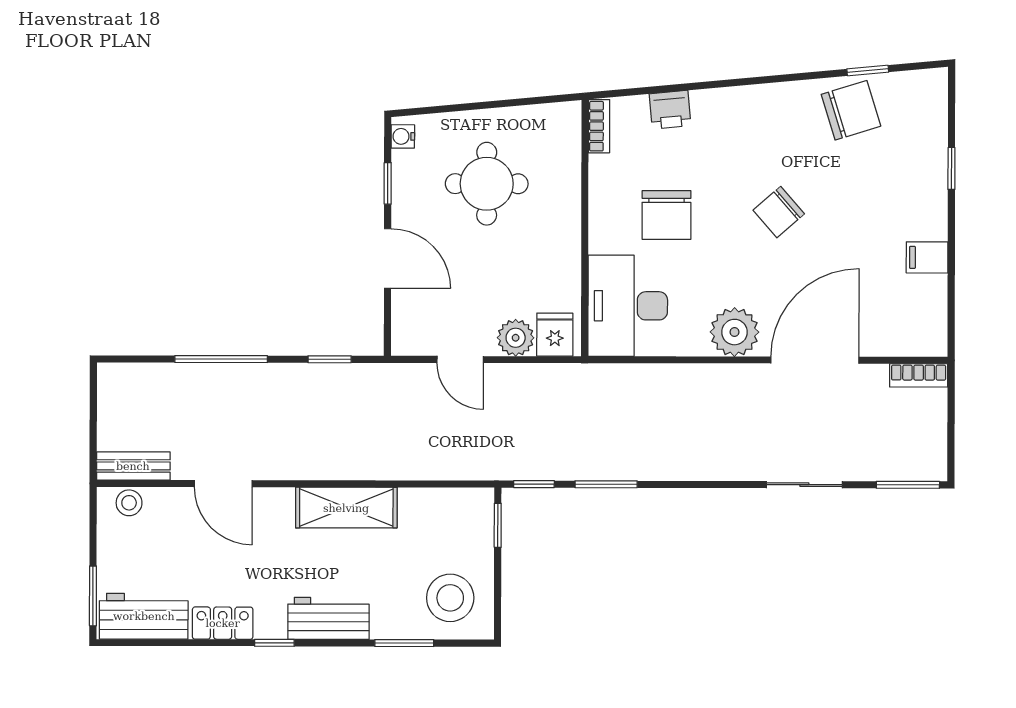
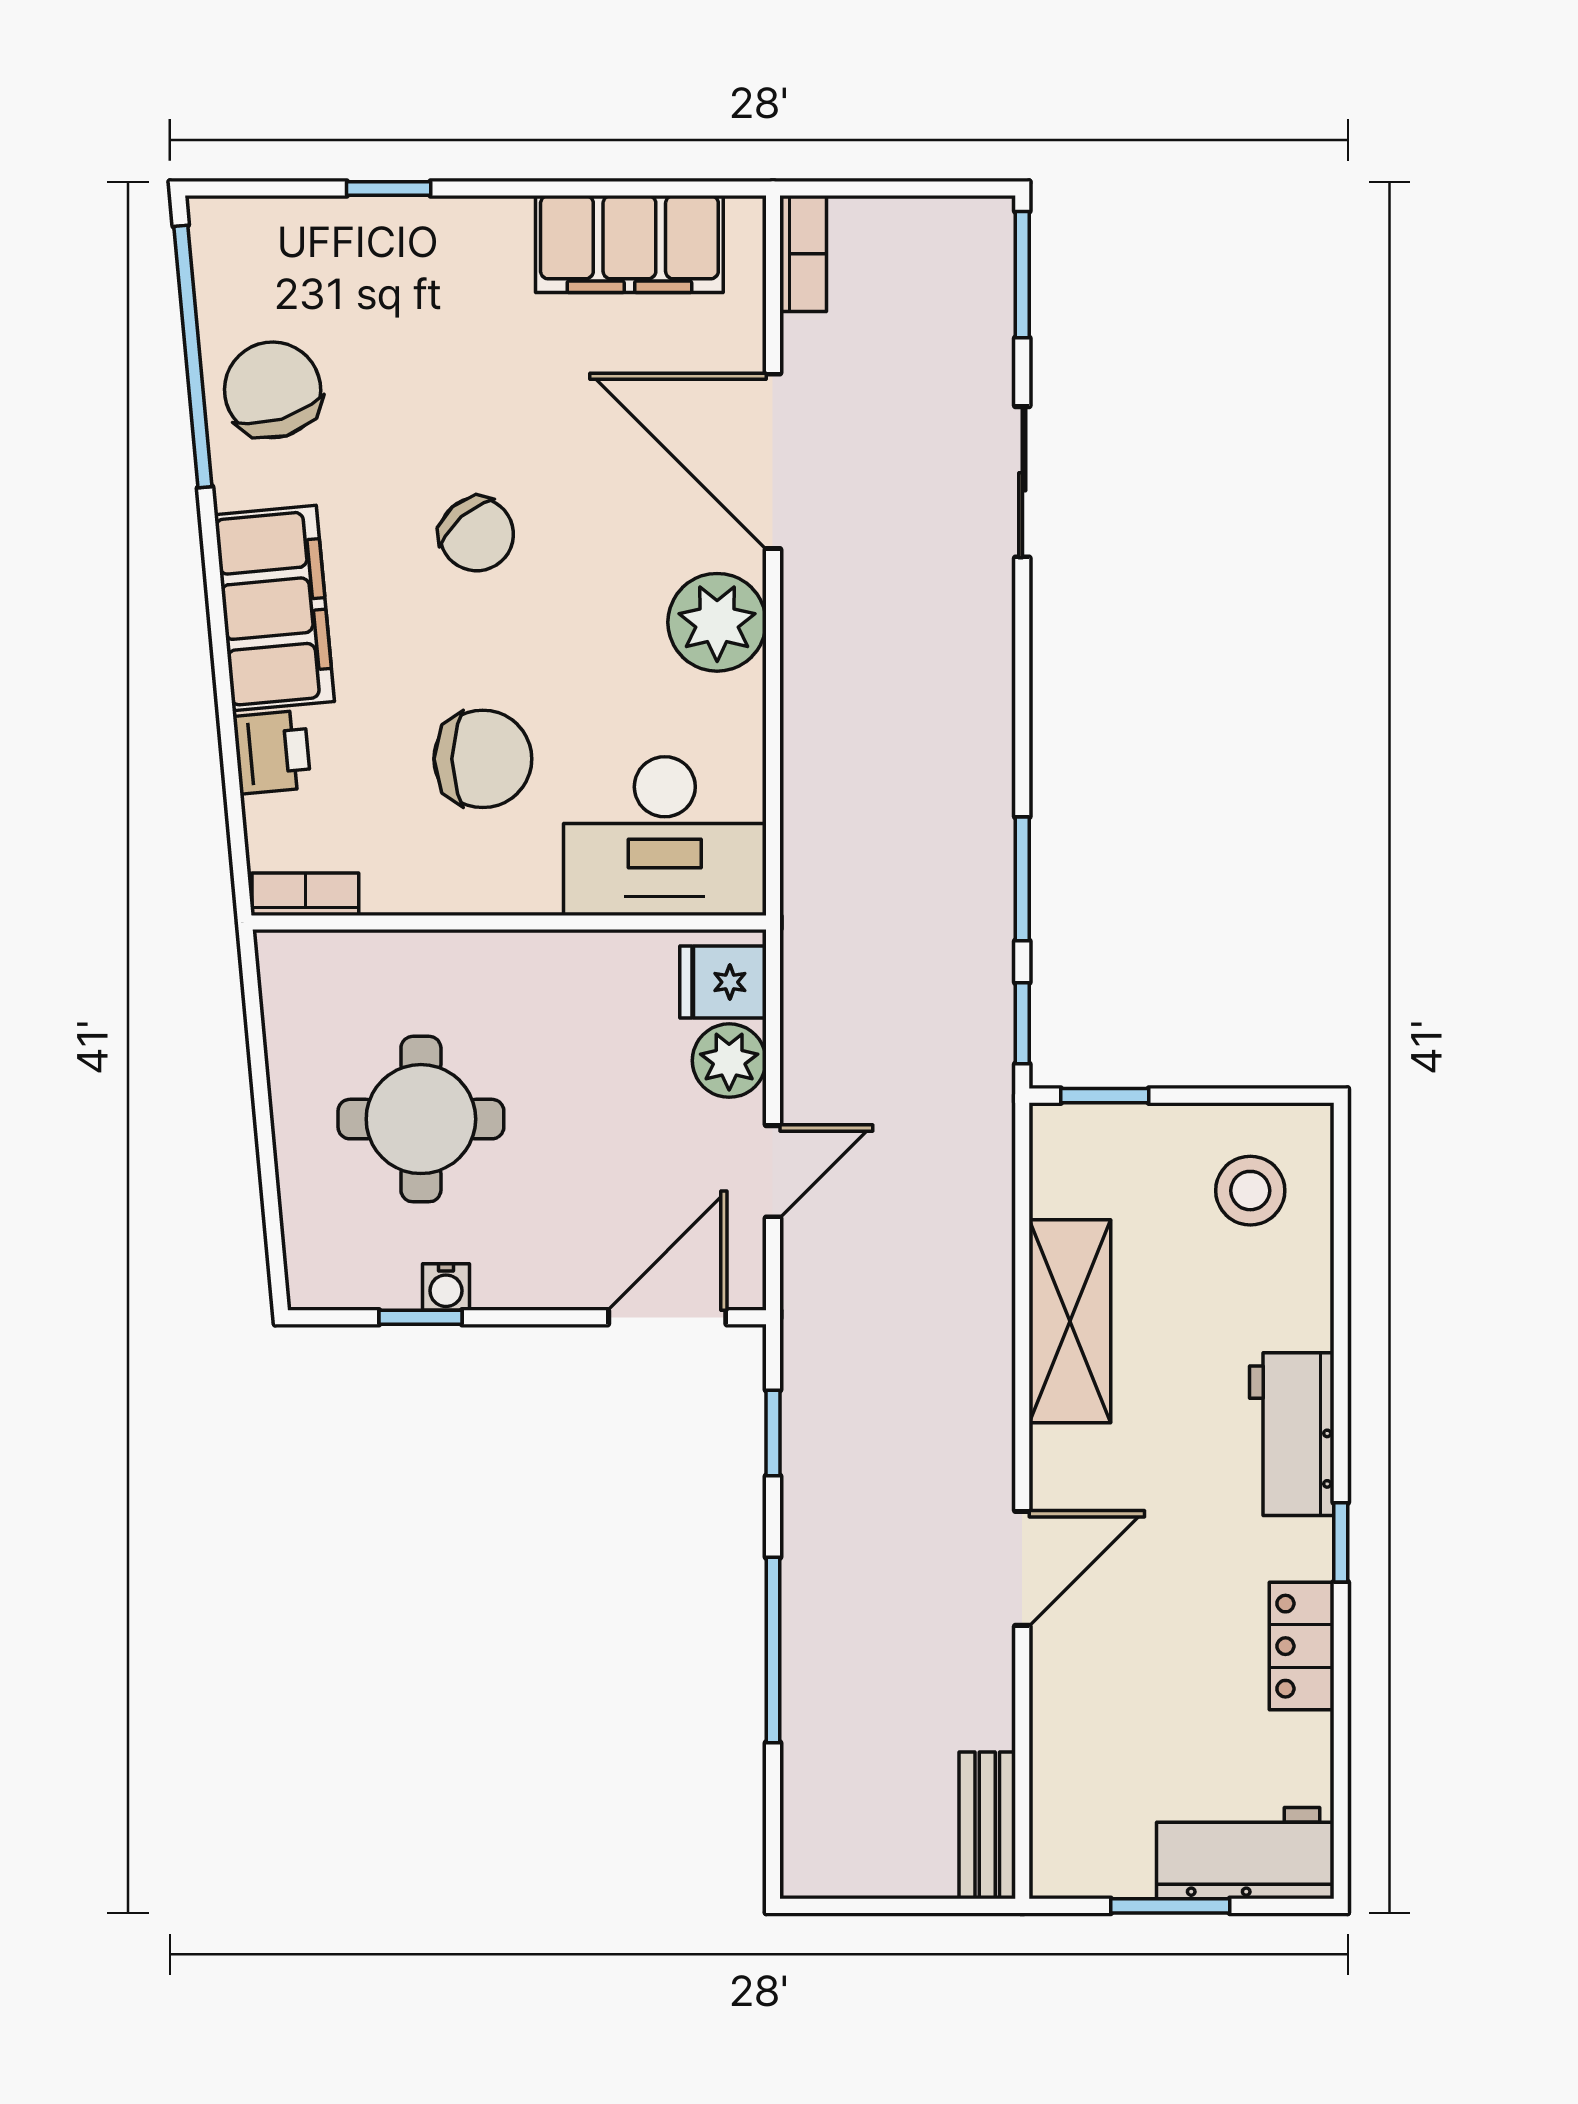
window: (868, 70) -> (193, 356), width x3.17
filing cabinet: (742, 111) -> (274, 608), added
water cooler: (403, 136) -> (446, 1287), moved
filing cabinet: (927, 257) -> (629, 244), width x3.00, depth x1.17
door: (388, 259) -> (667, 1317), moved
door: (223, 484) -> (1022, 1568), moved
stool: (129, 503) -> (1061, 1834), removed
shelving: (346, 508) -> (1070, 1321), moved
window: (93, 596) -> (1170, 1906), moved
stool: (450, 598) -> (1250, 1191), width x0.73, depth x0.73
workbench: (144, 616) -> (1245, 1853), moved, turned 90
window: (404, 643) -> (1341, 1282), removed

